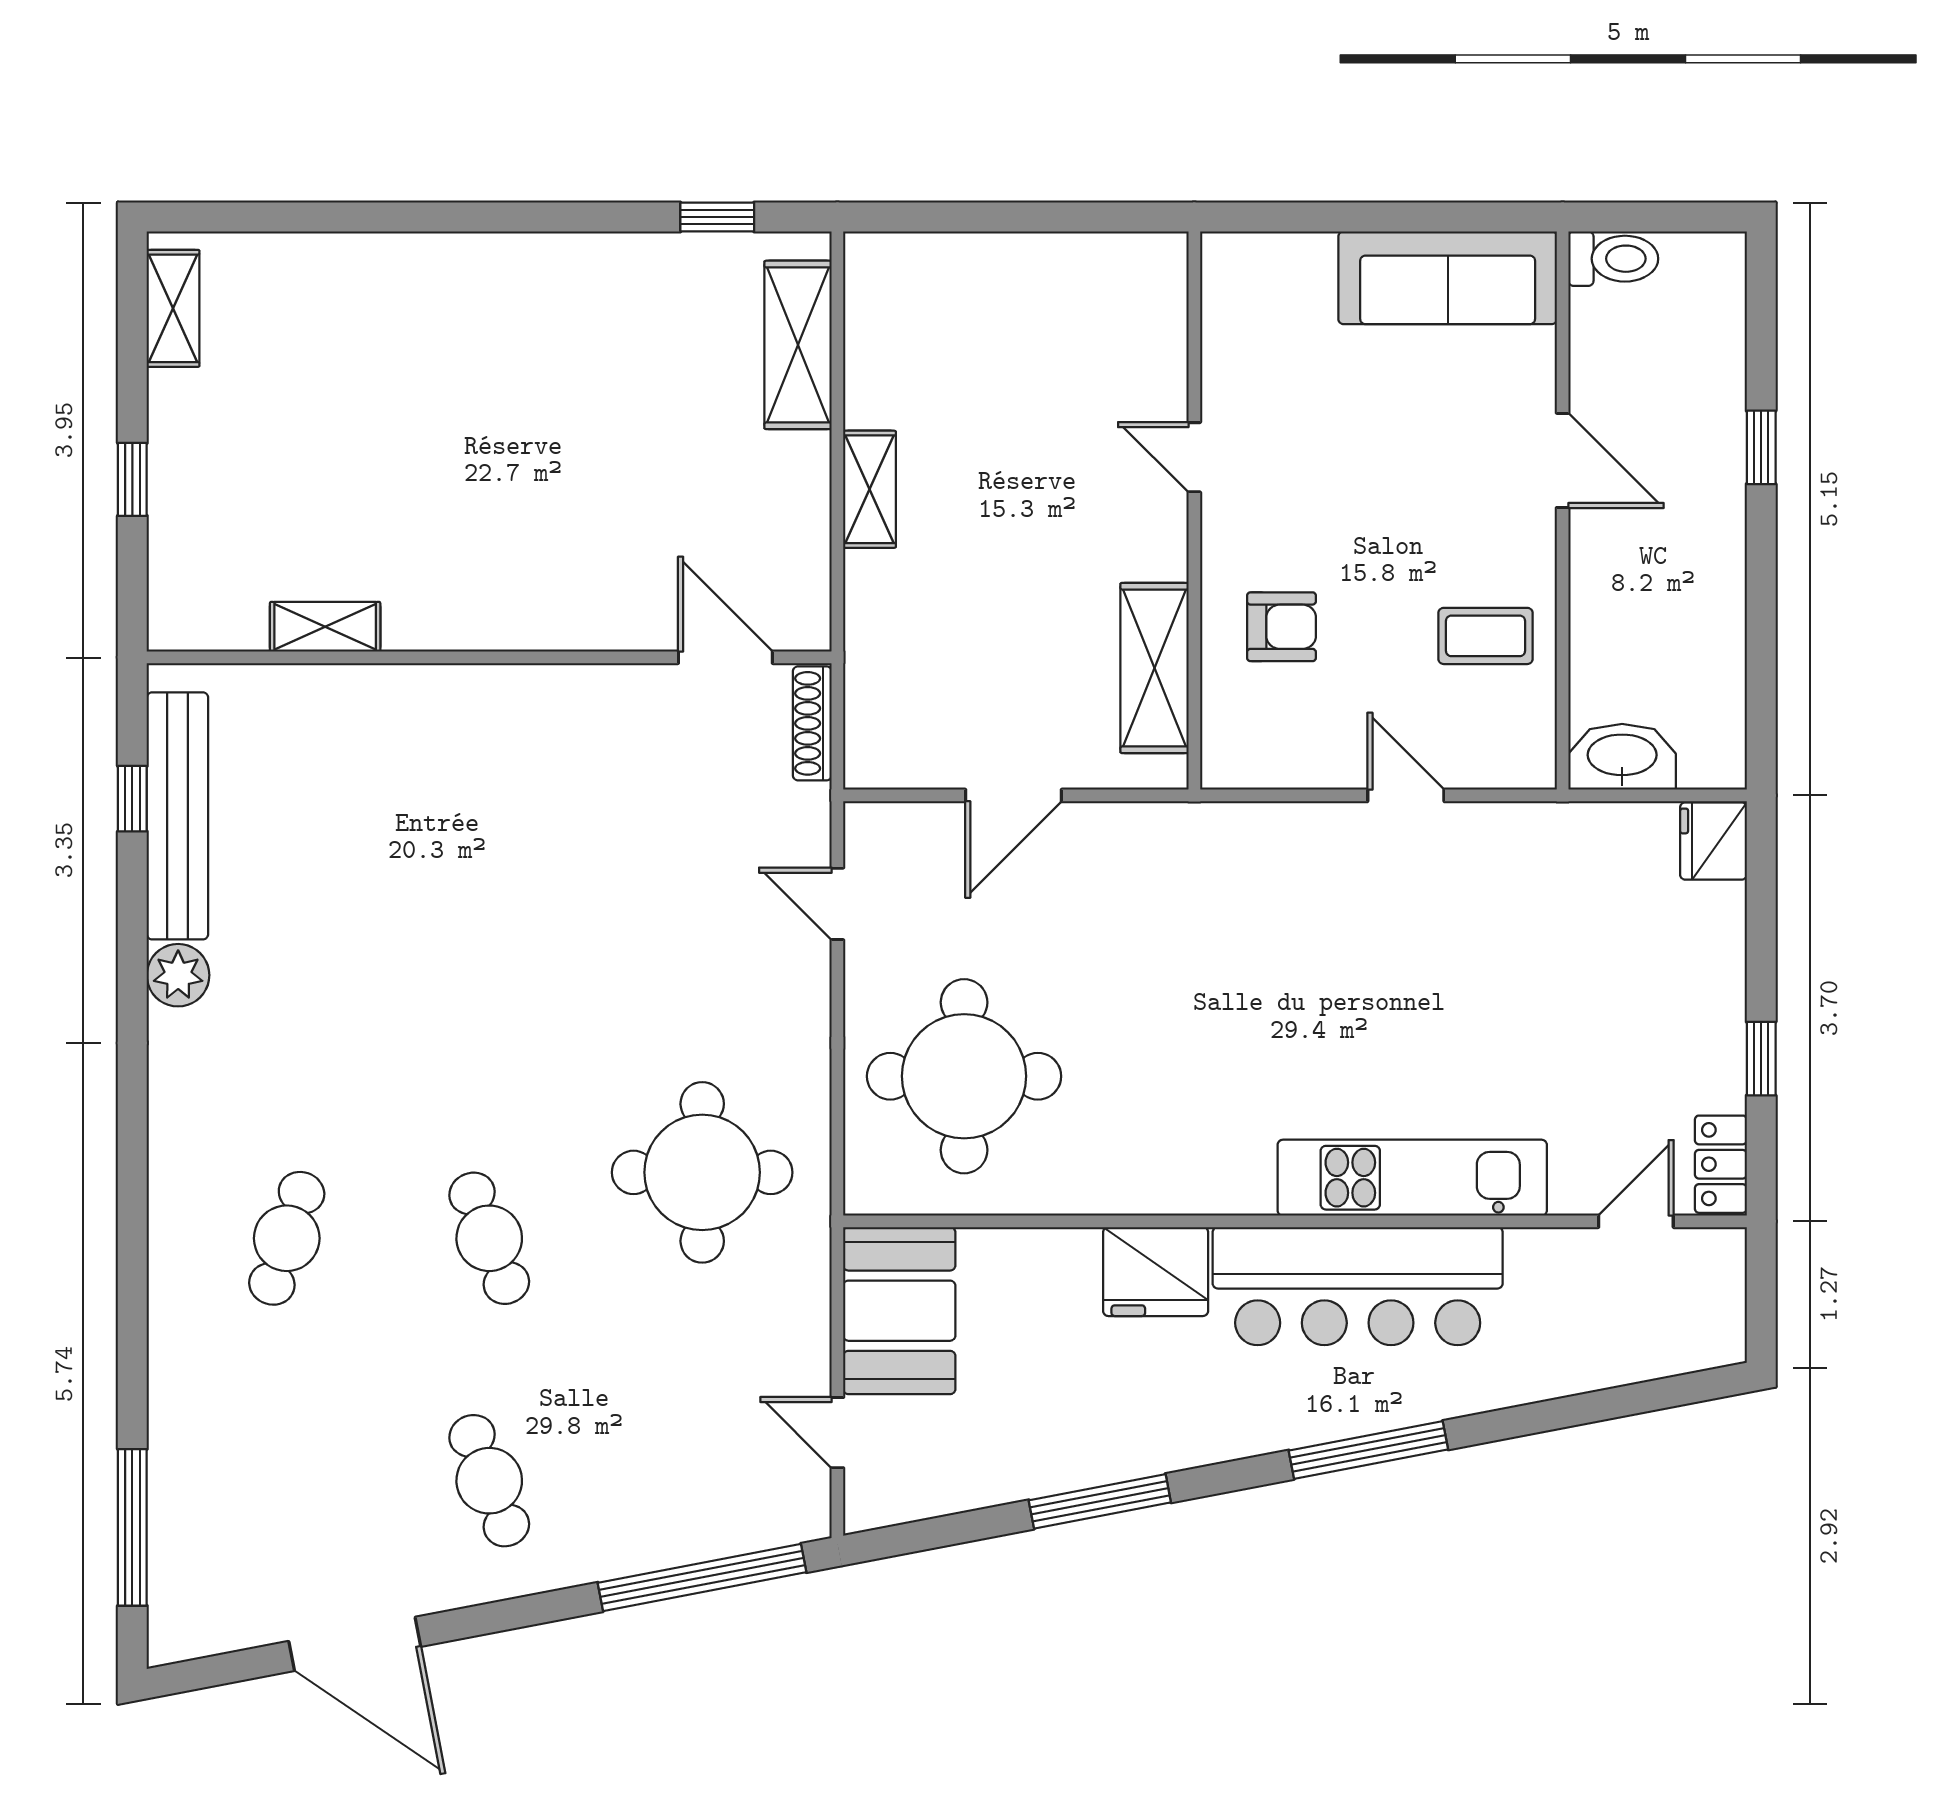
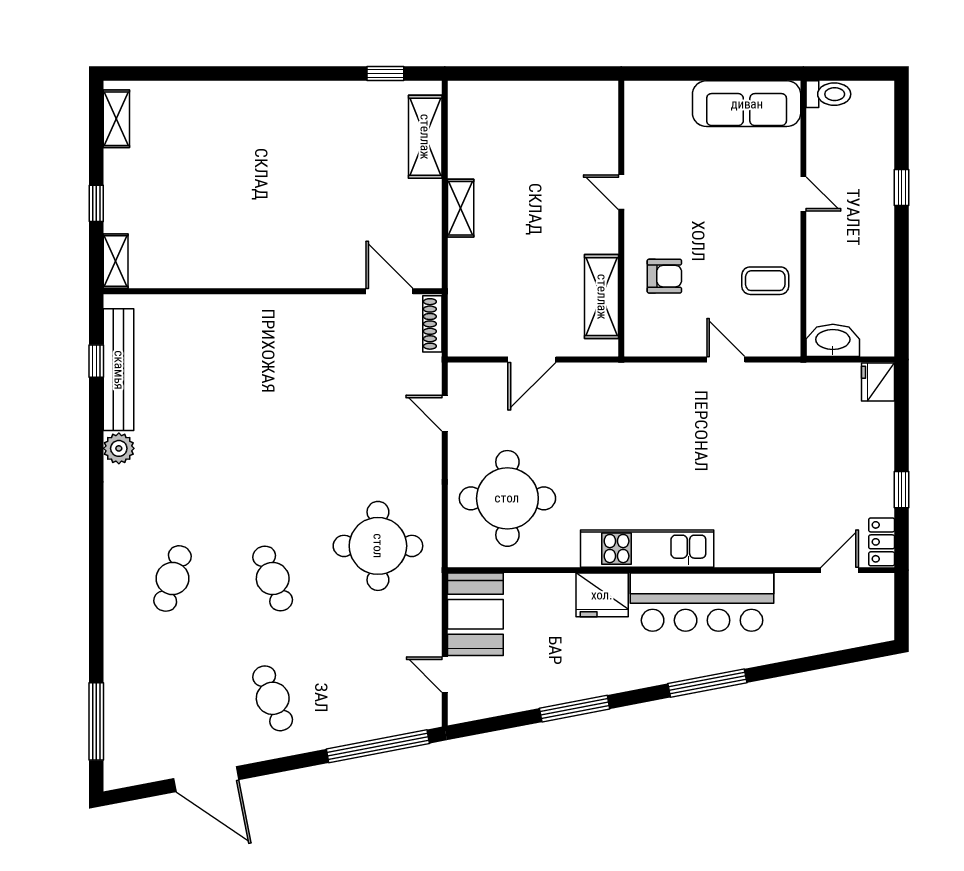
door: (1563, 460) -> (803, 194), width x0.73
shelving: (325, 627) -> (116, 261), moved, turned 90
kitchen unit: (1412, 1178) -> (647, 549), moved

